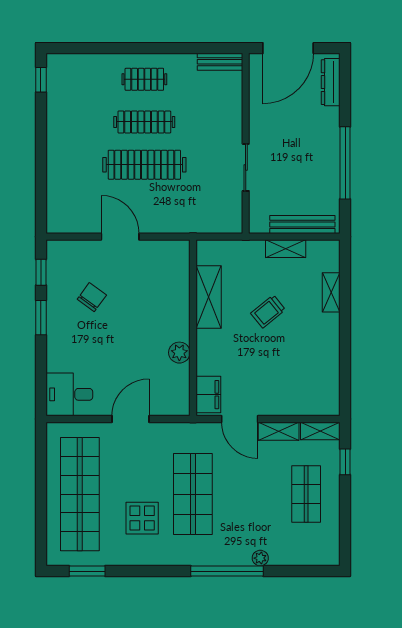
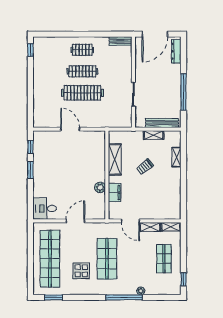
chair: (92, 297) -> (56, 159), removed
filing cabinet: (208, 395) -> (115, 193), moved
window: (345, 462) -> (183, 279), moved

